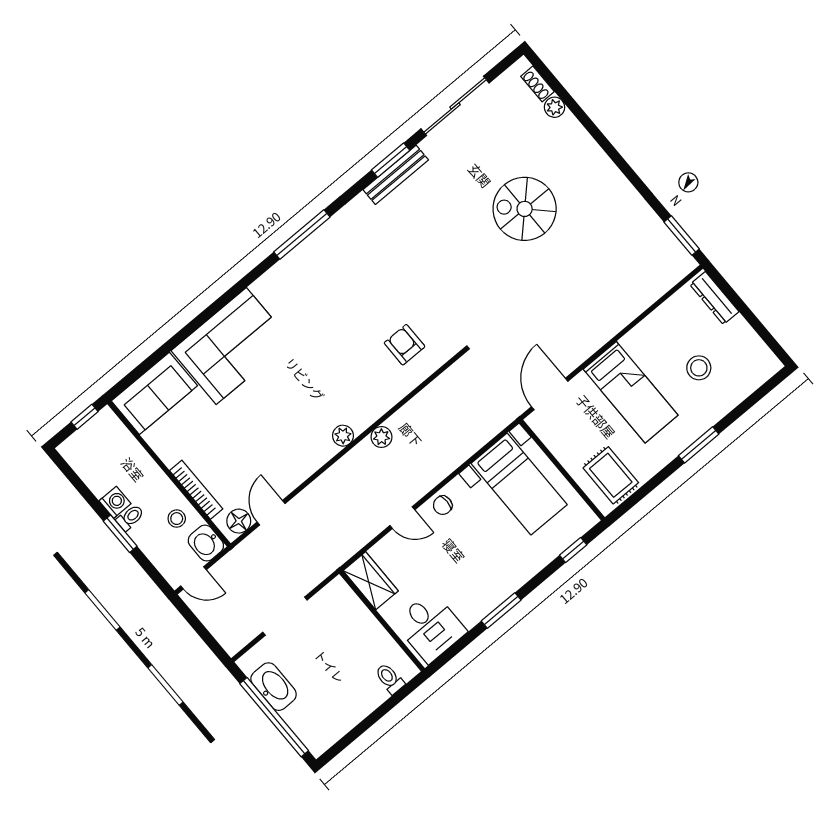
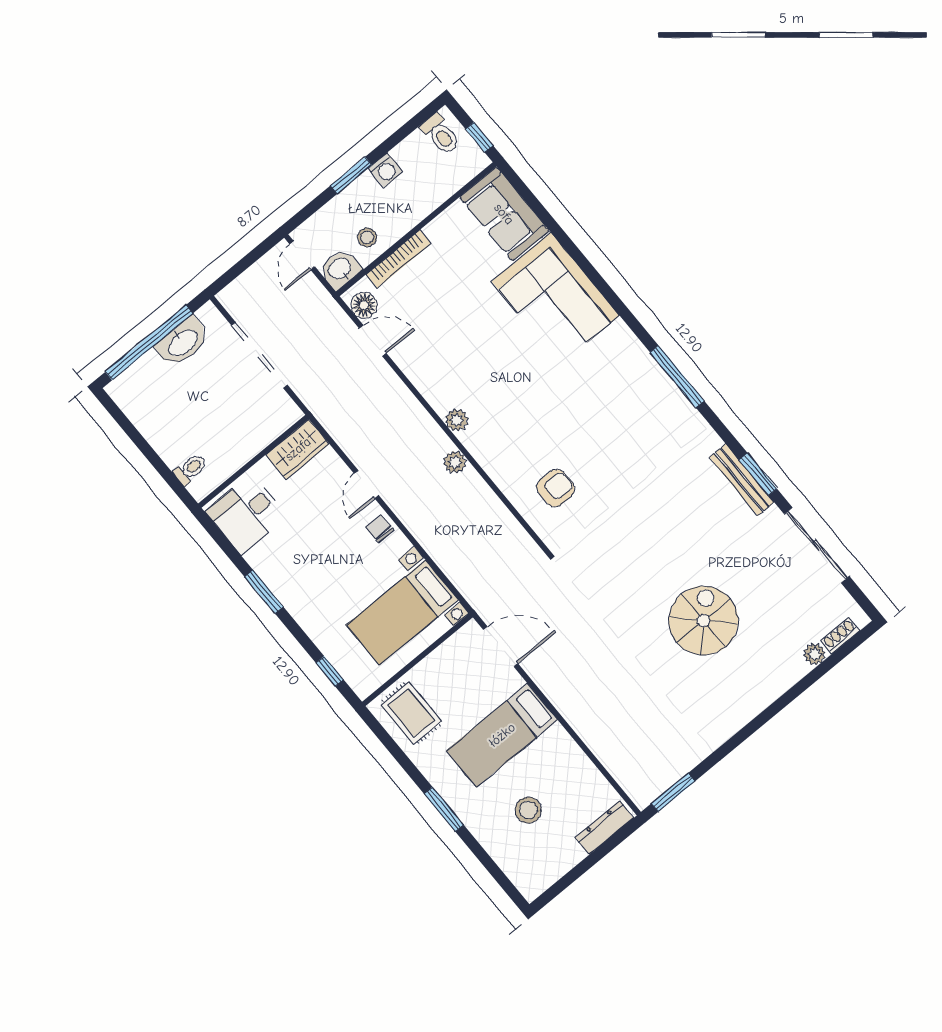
rug: (611, 475) -> (411, 713), turned 90
toilet: (130, 518) -> (441, 134), moved, width x1.37, depth x1.39
doorway: (285, 616) -> (260, 355), width x1.36

